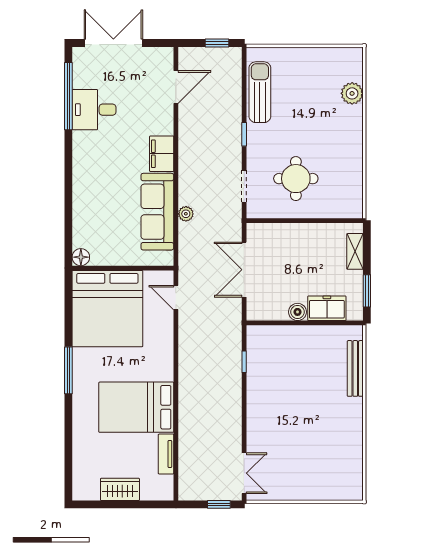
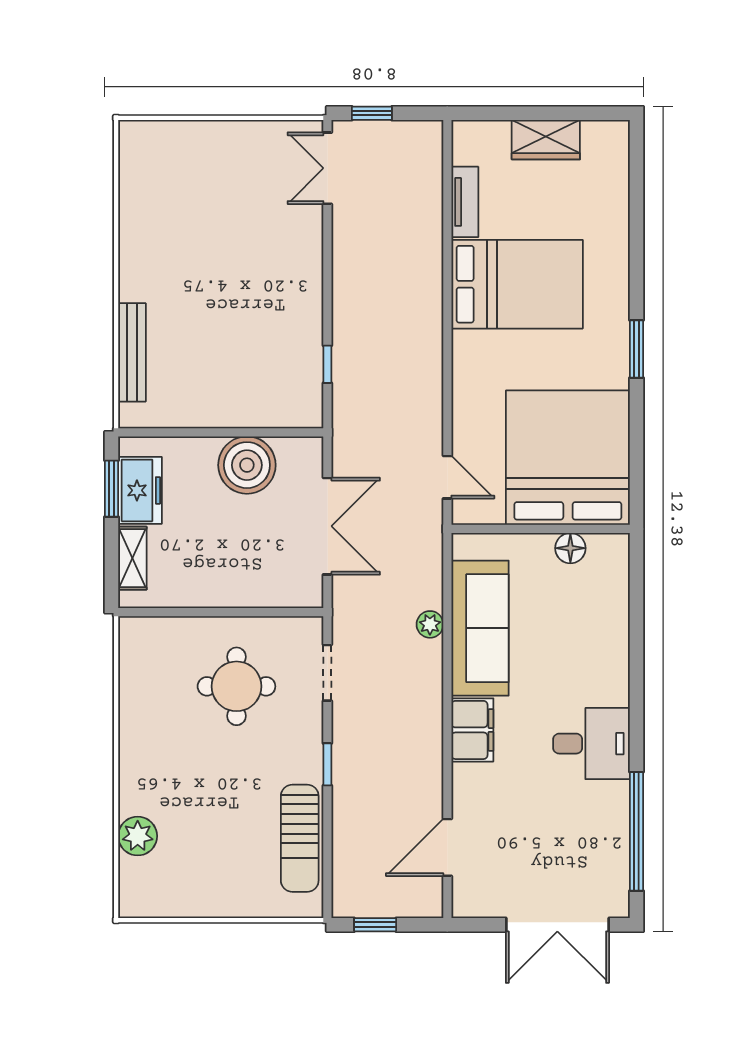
desk: (94, 110) -> (591, 744), moved
floor lamp: (81, 257) -> (570, 548), moved
freezer: (327, 308) -> (140, 490), moved, turned -90
boiler: (297, 312) -> (247, 465), width x1.86, depth x1.86
window: (68, 370) -> (637, 349), width x0.69

